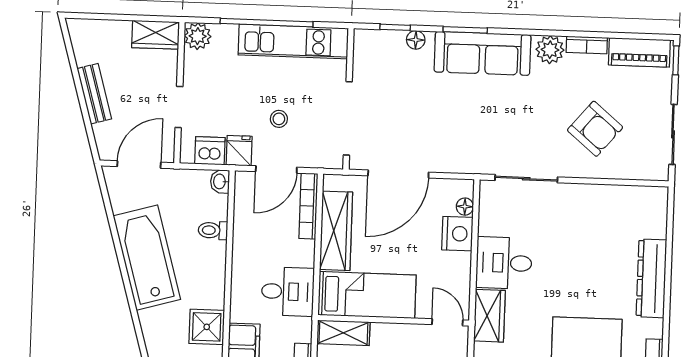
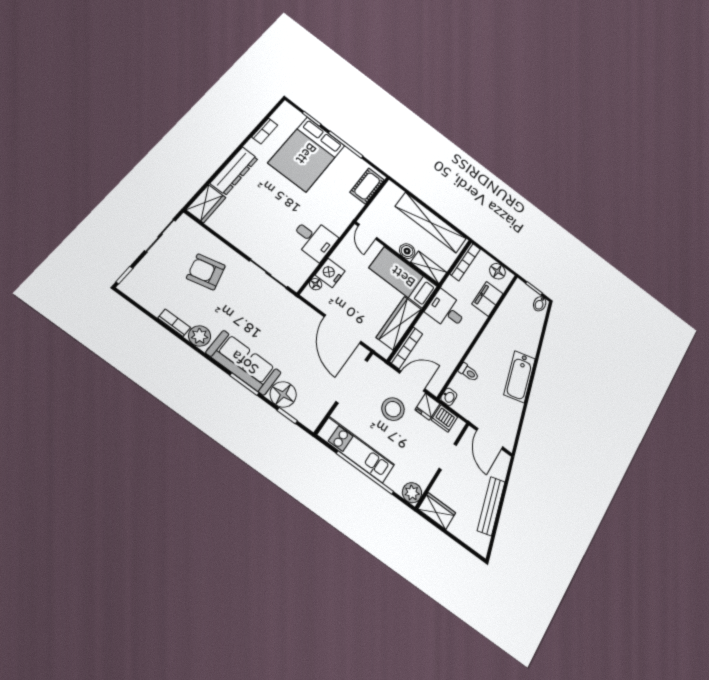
floor lamp: (416, 40) -> (283, 394), width x1.89, depth x1.89
piano: (639, 52) -> (144, 296), removed
bench: (94, 94) -> (491, 506), width x1.36
stool: (279, 119) -> (393, 409), width x1.89, depth x1.89
armchair: (595, 129) -> (206, 272), turned -54
door: (139, 164) -> (490, 439), hinge flipped
door: (398, 174) -> (343, 329), swing flipped
bathtub: (147, 258) -> (520, 377), width x0.73, depth x0.73
wardrobe: (489, 316) -> (206, 204), moved, turned 180
shower: (207, 327) -> (502, 323), removed
boiler: (383, 334) -> (407, 251), added

